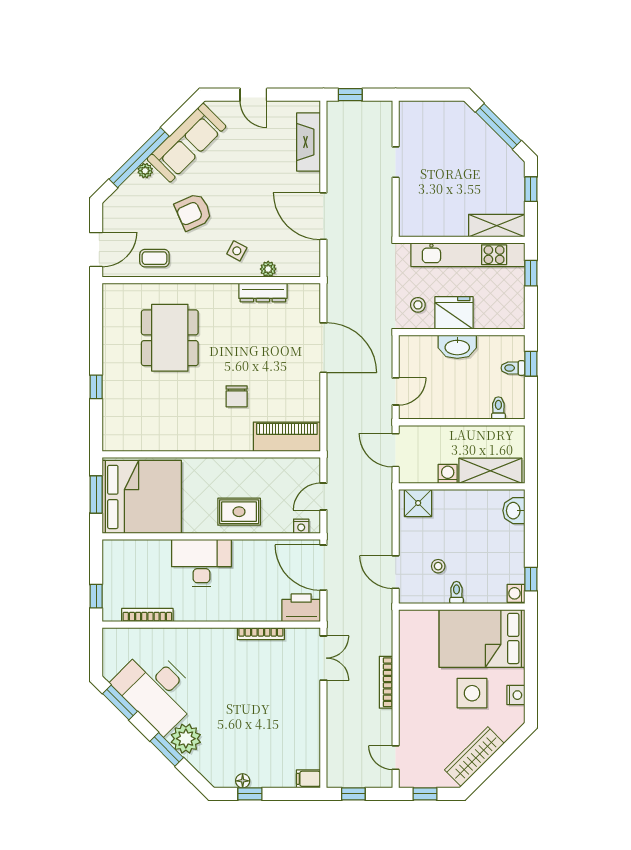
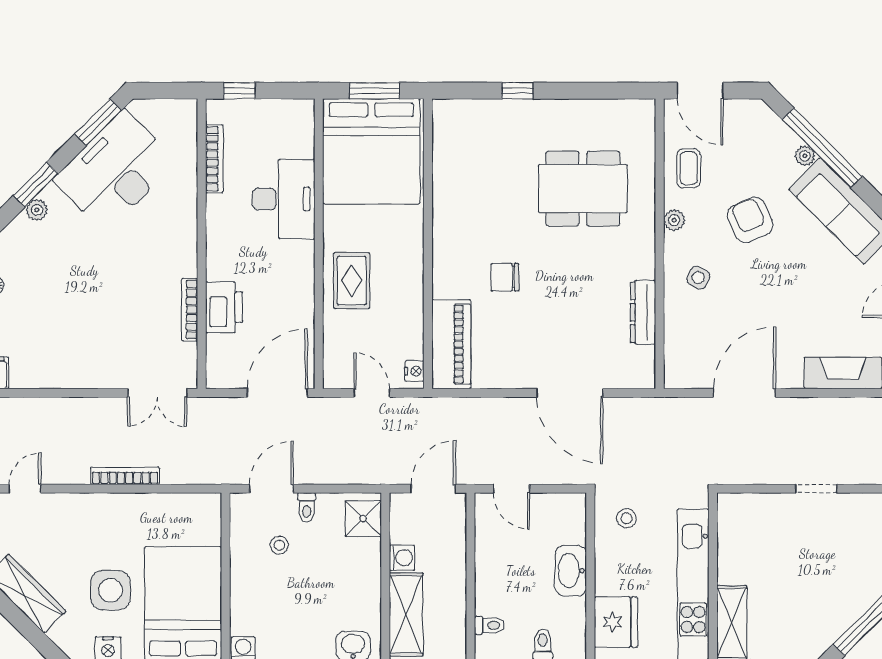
plant: (268, 269) -> (674, 220), moved
fridge: (454, 313) -> (616, 622), moved
door: (323, 348) -> (570, 393), hinge flipped
nightstand: (301, 526) -> (414, 371), moved, turned 180
desk: (202, 563) -> (284, 199), moved
toilet: (457, 592) -> (307, 507), moved, turned 90
printer: (301, 608) -> (224, 307), moved
plant: (186, 739) -> (37, 210), width x0.53, depth x0.53

